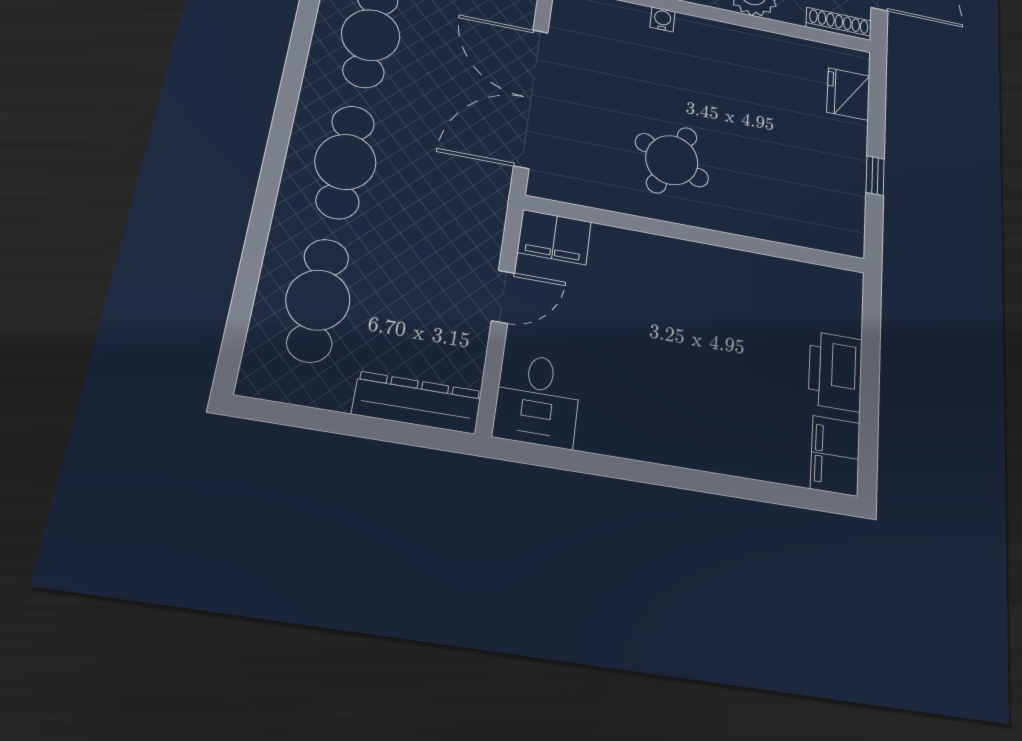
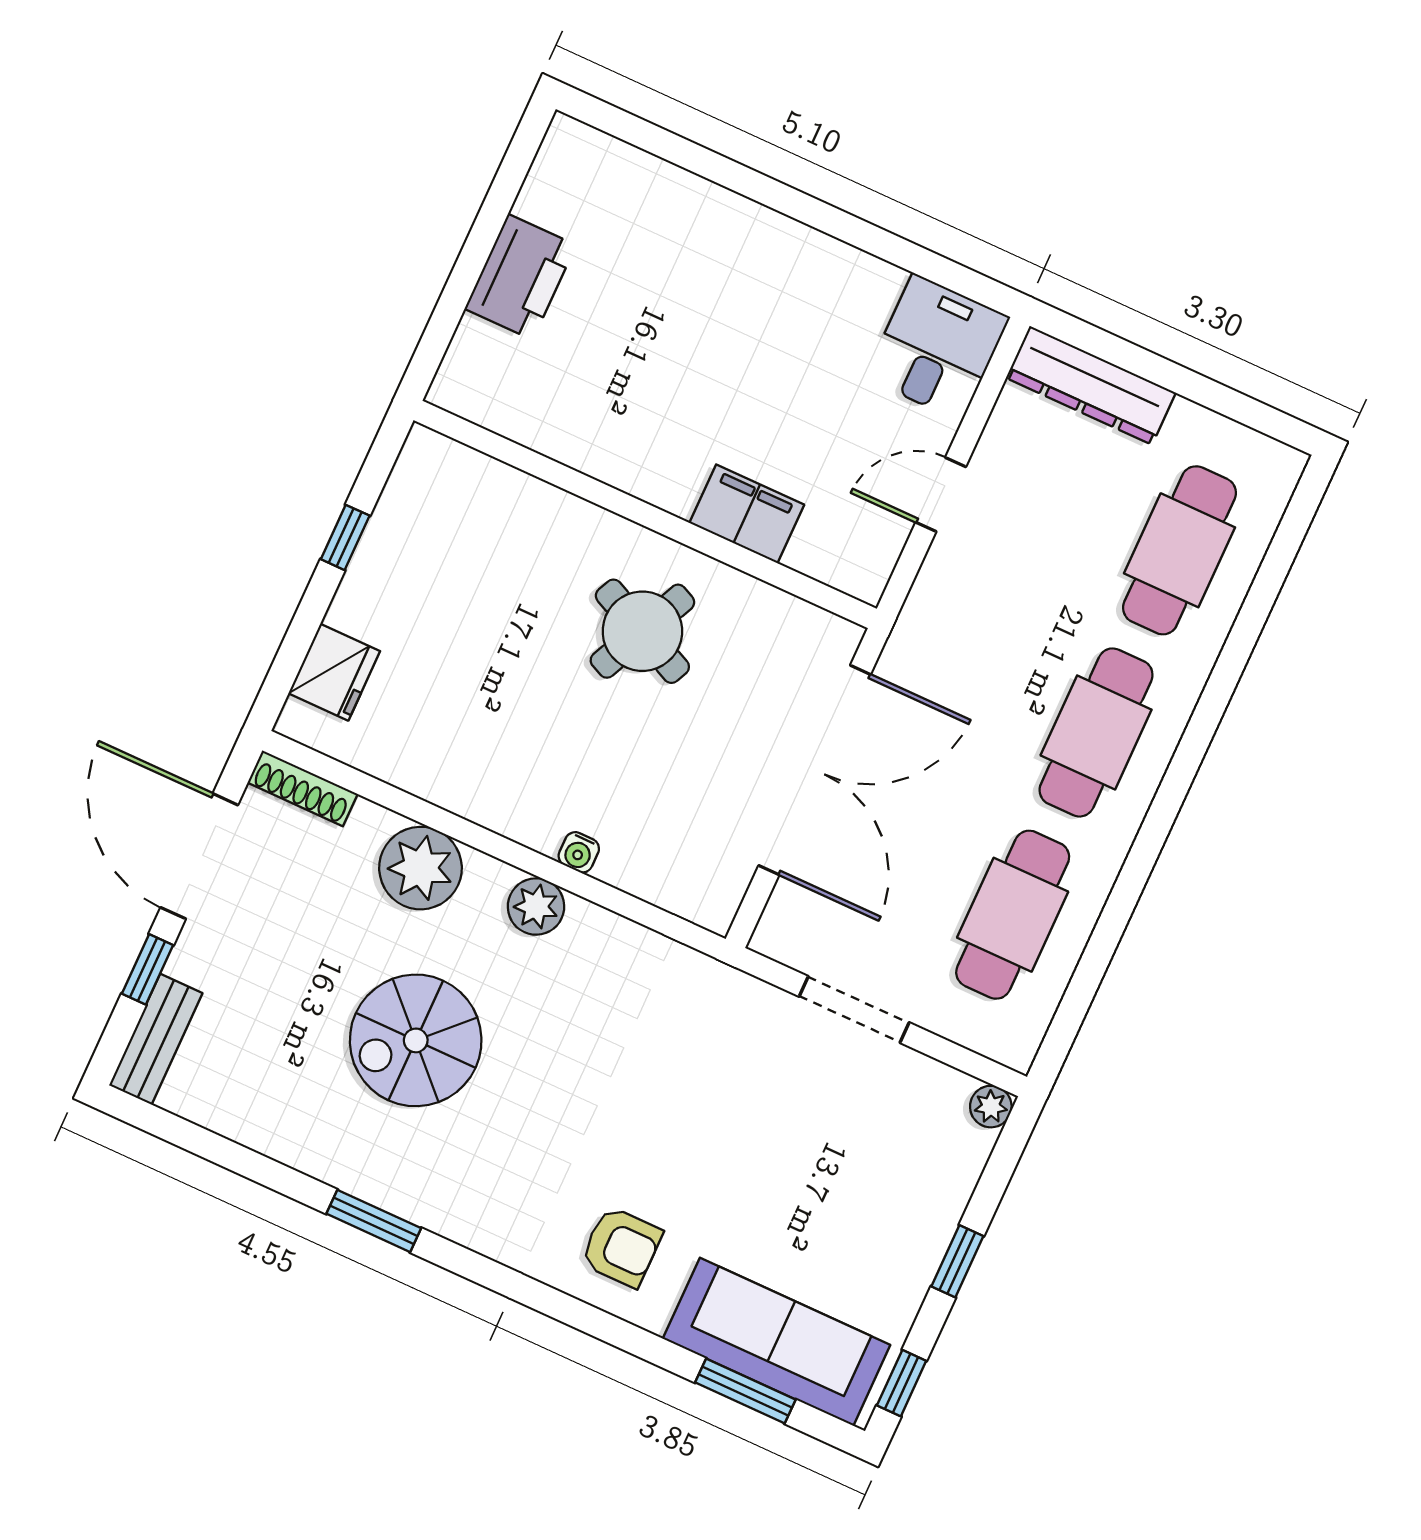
filing cabinet: (554, 237) -> (747, 514), moved
filing cabinet: (835, 456) -> (565, 168), removed

